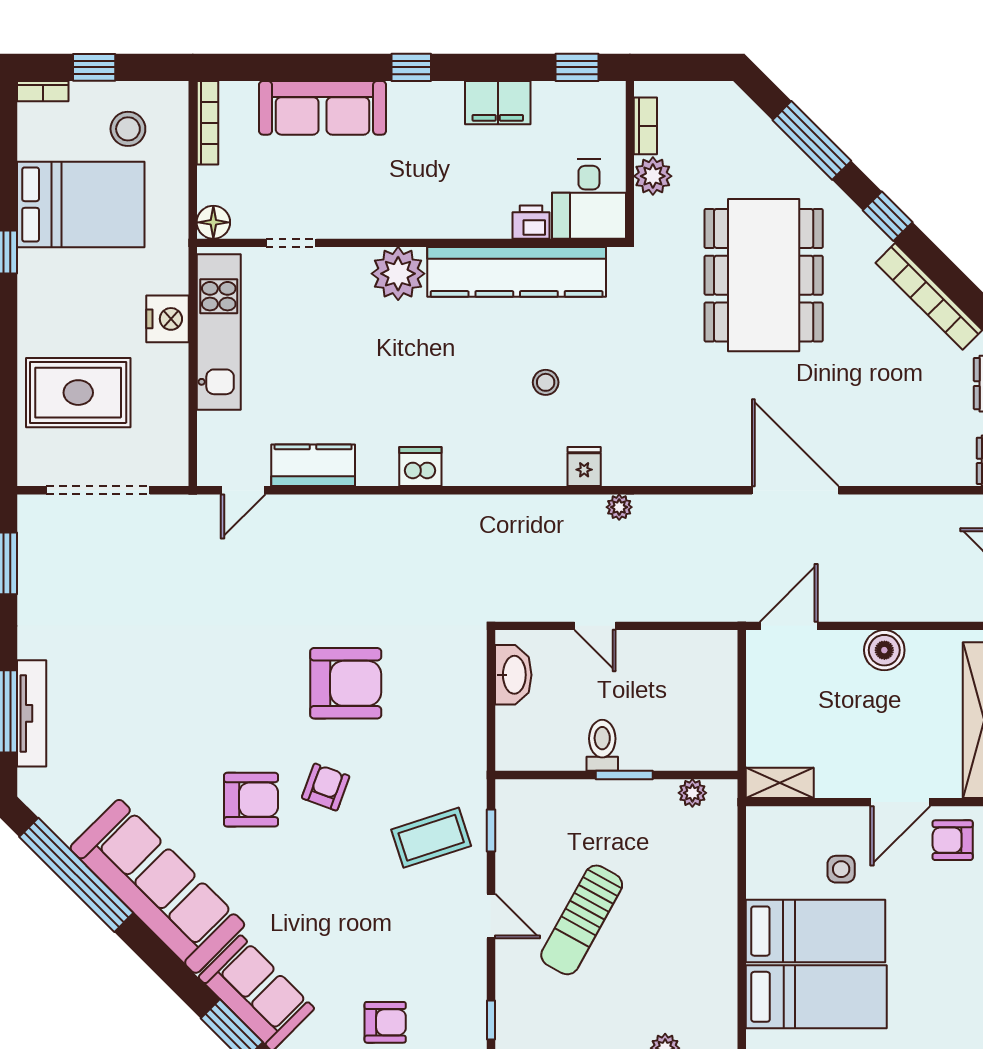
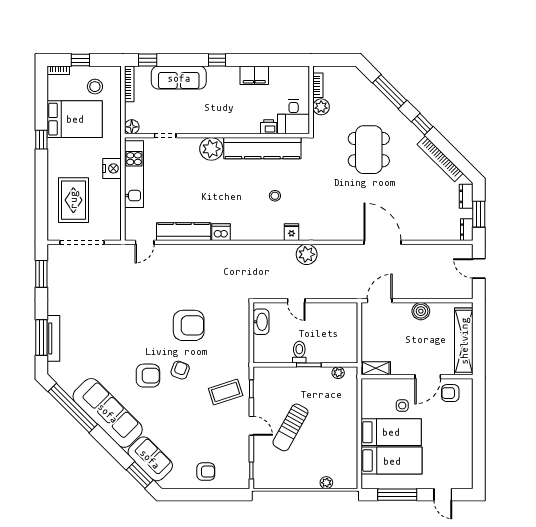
window: (577, 67) -> (148, 60), moved
dining table: (764, 275) -> (369, 150), width x0.73, depth x0.80
rug: (78, 393) -> (73, 200), turned 90
kitchen counter: (313, 465) -> (184, 232), width x1.50
plant: (619, 507) -> (307, 254), width x1.87, depth x1.87

